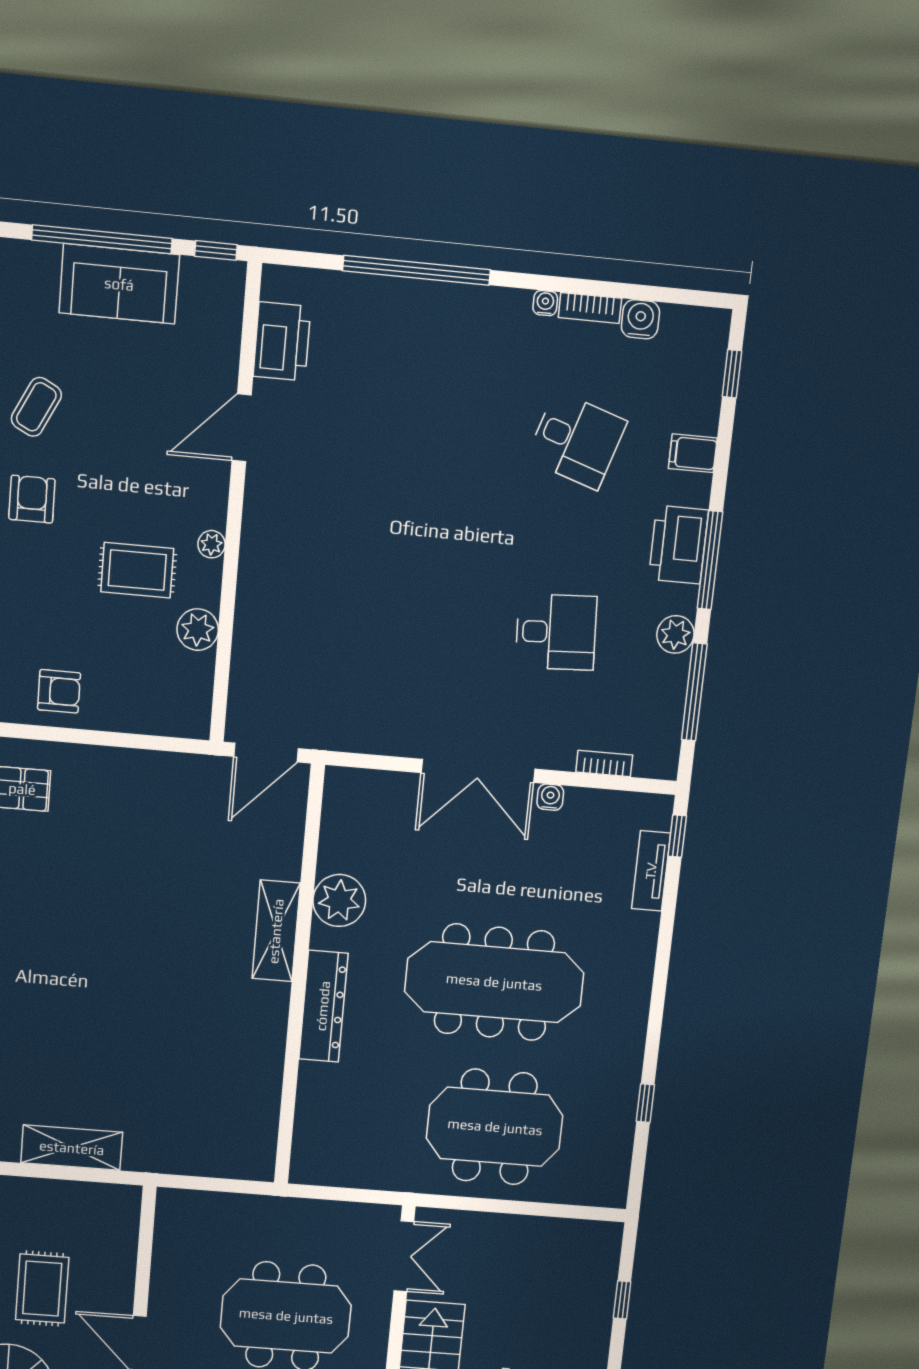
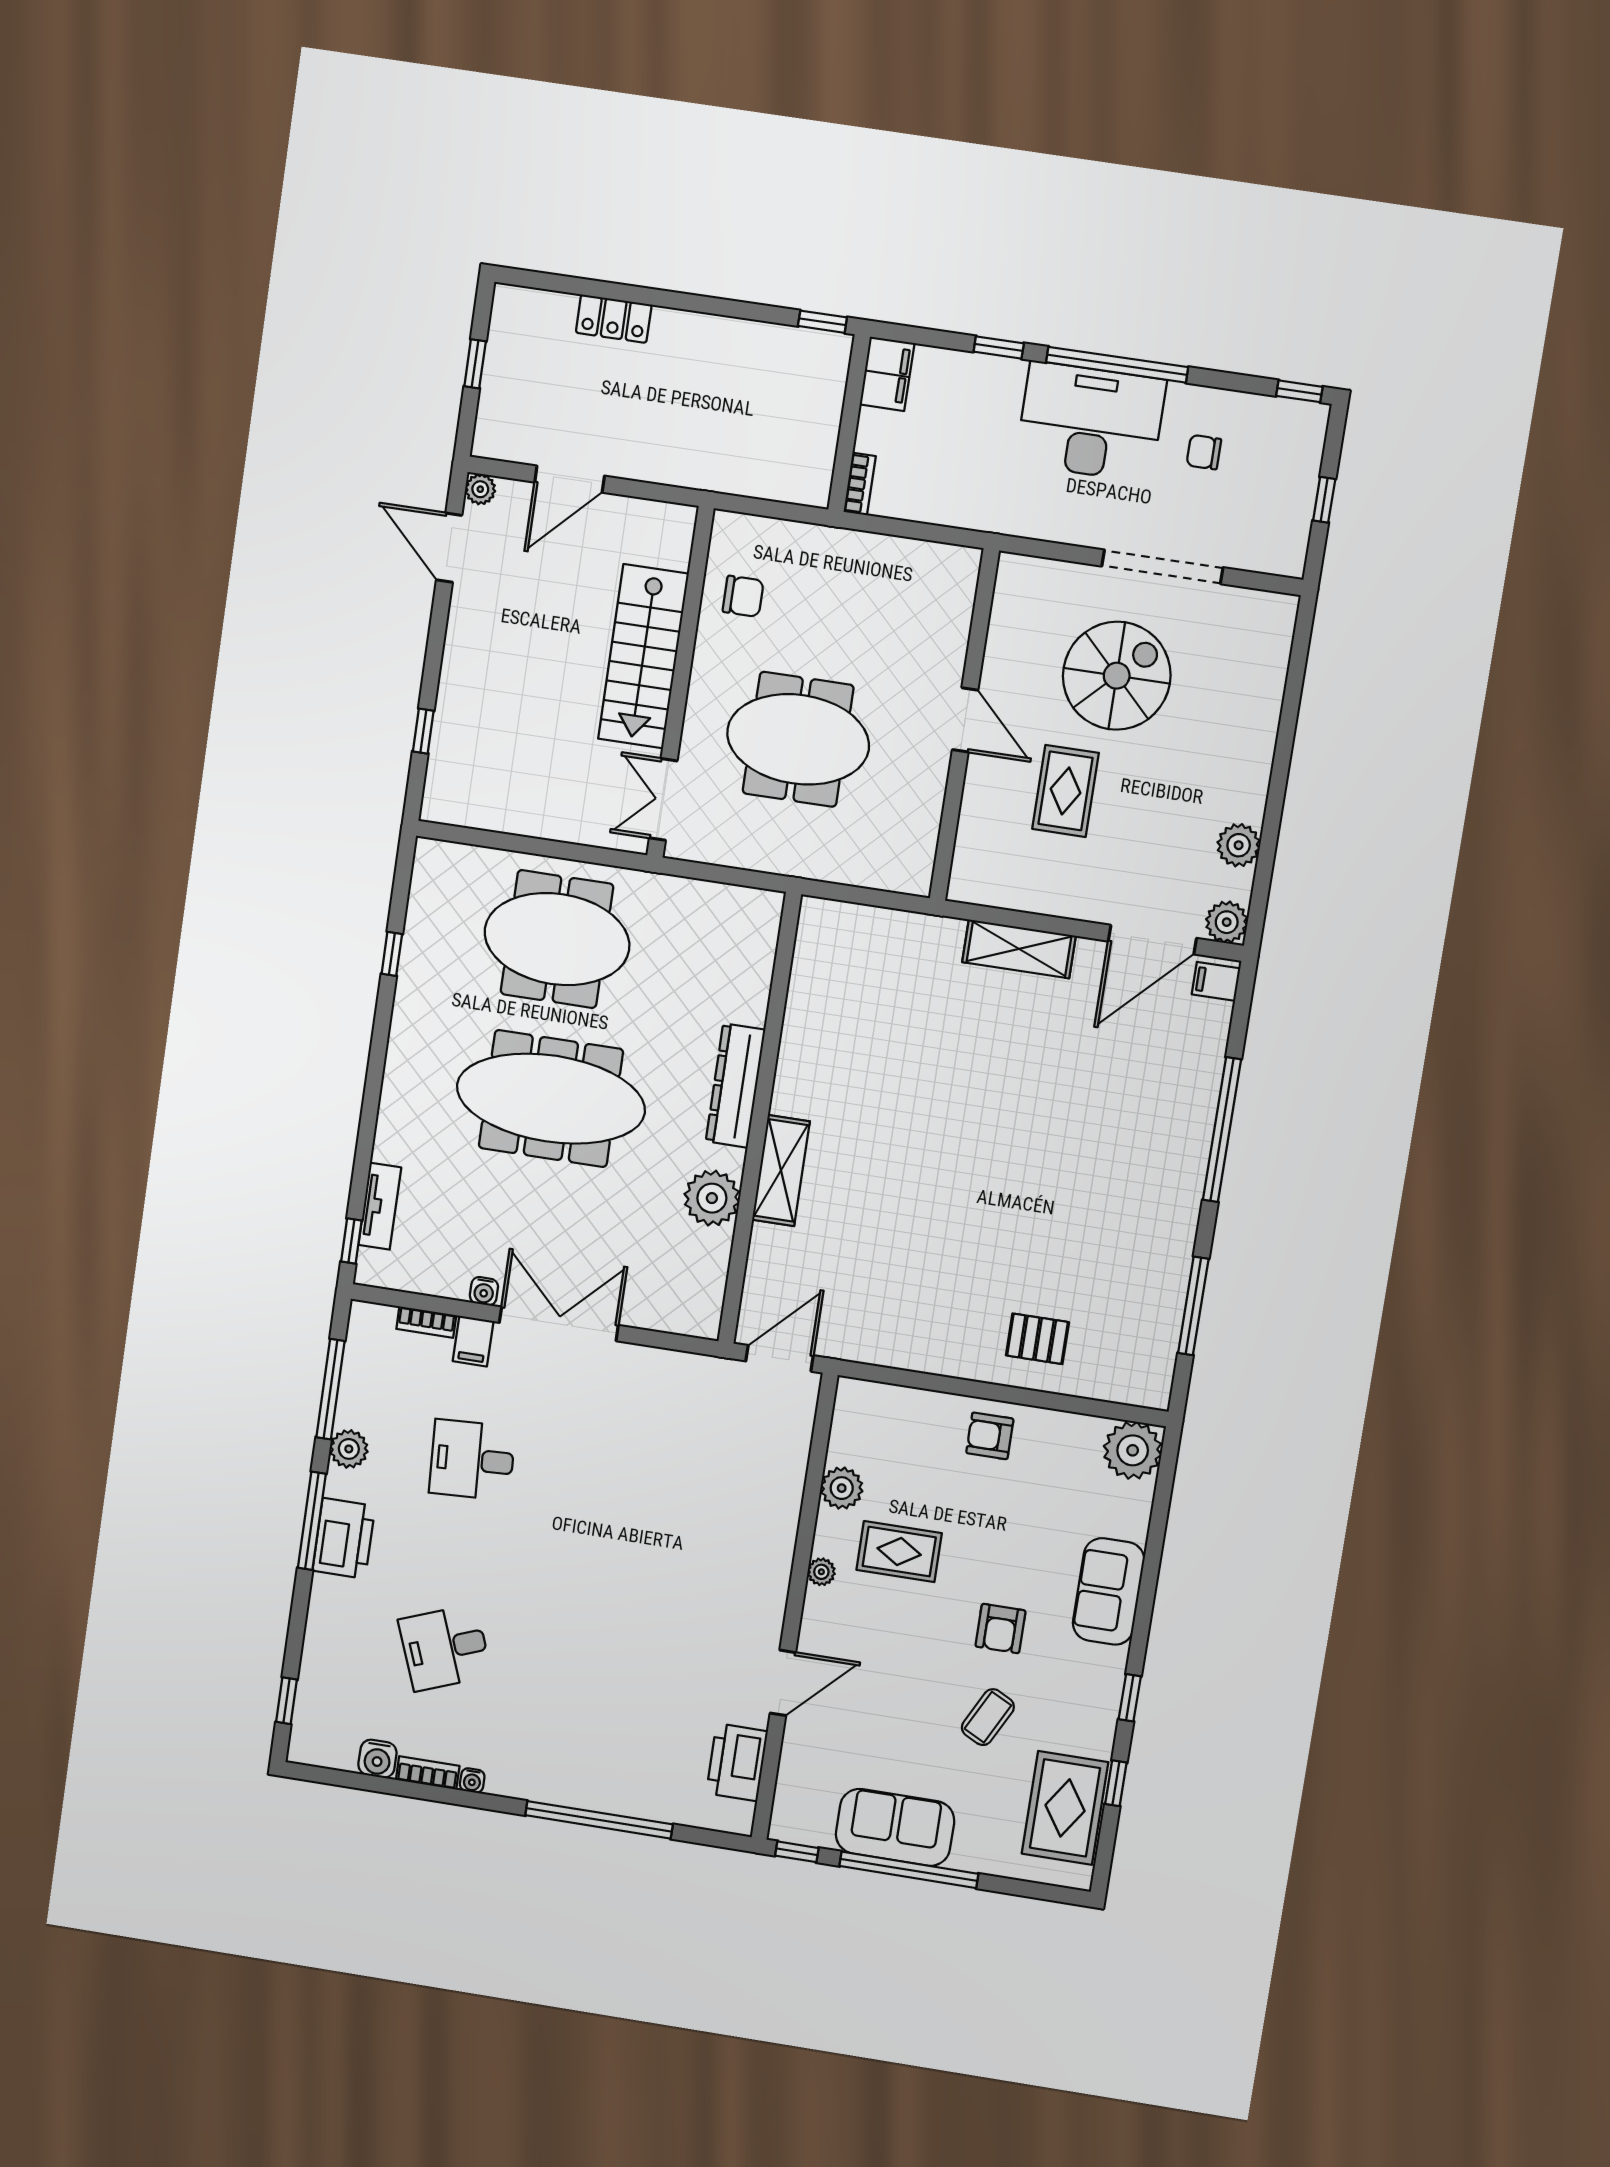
desk: (577, 440) -> (445, 1648), turned -39
filing cabinet: (693, 453) -> (473, 1341), moved, turned 90

